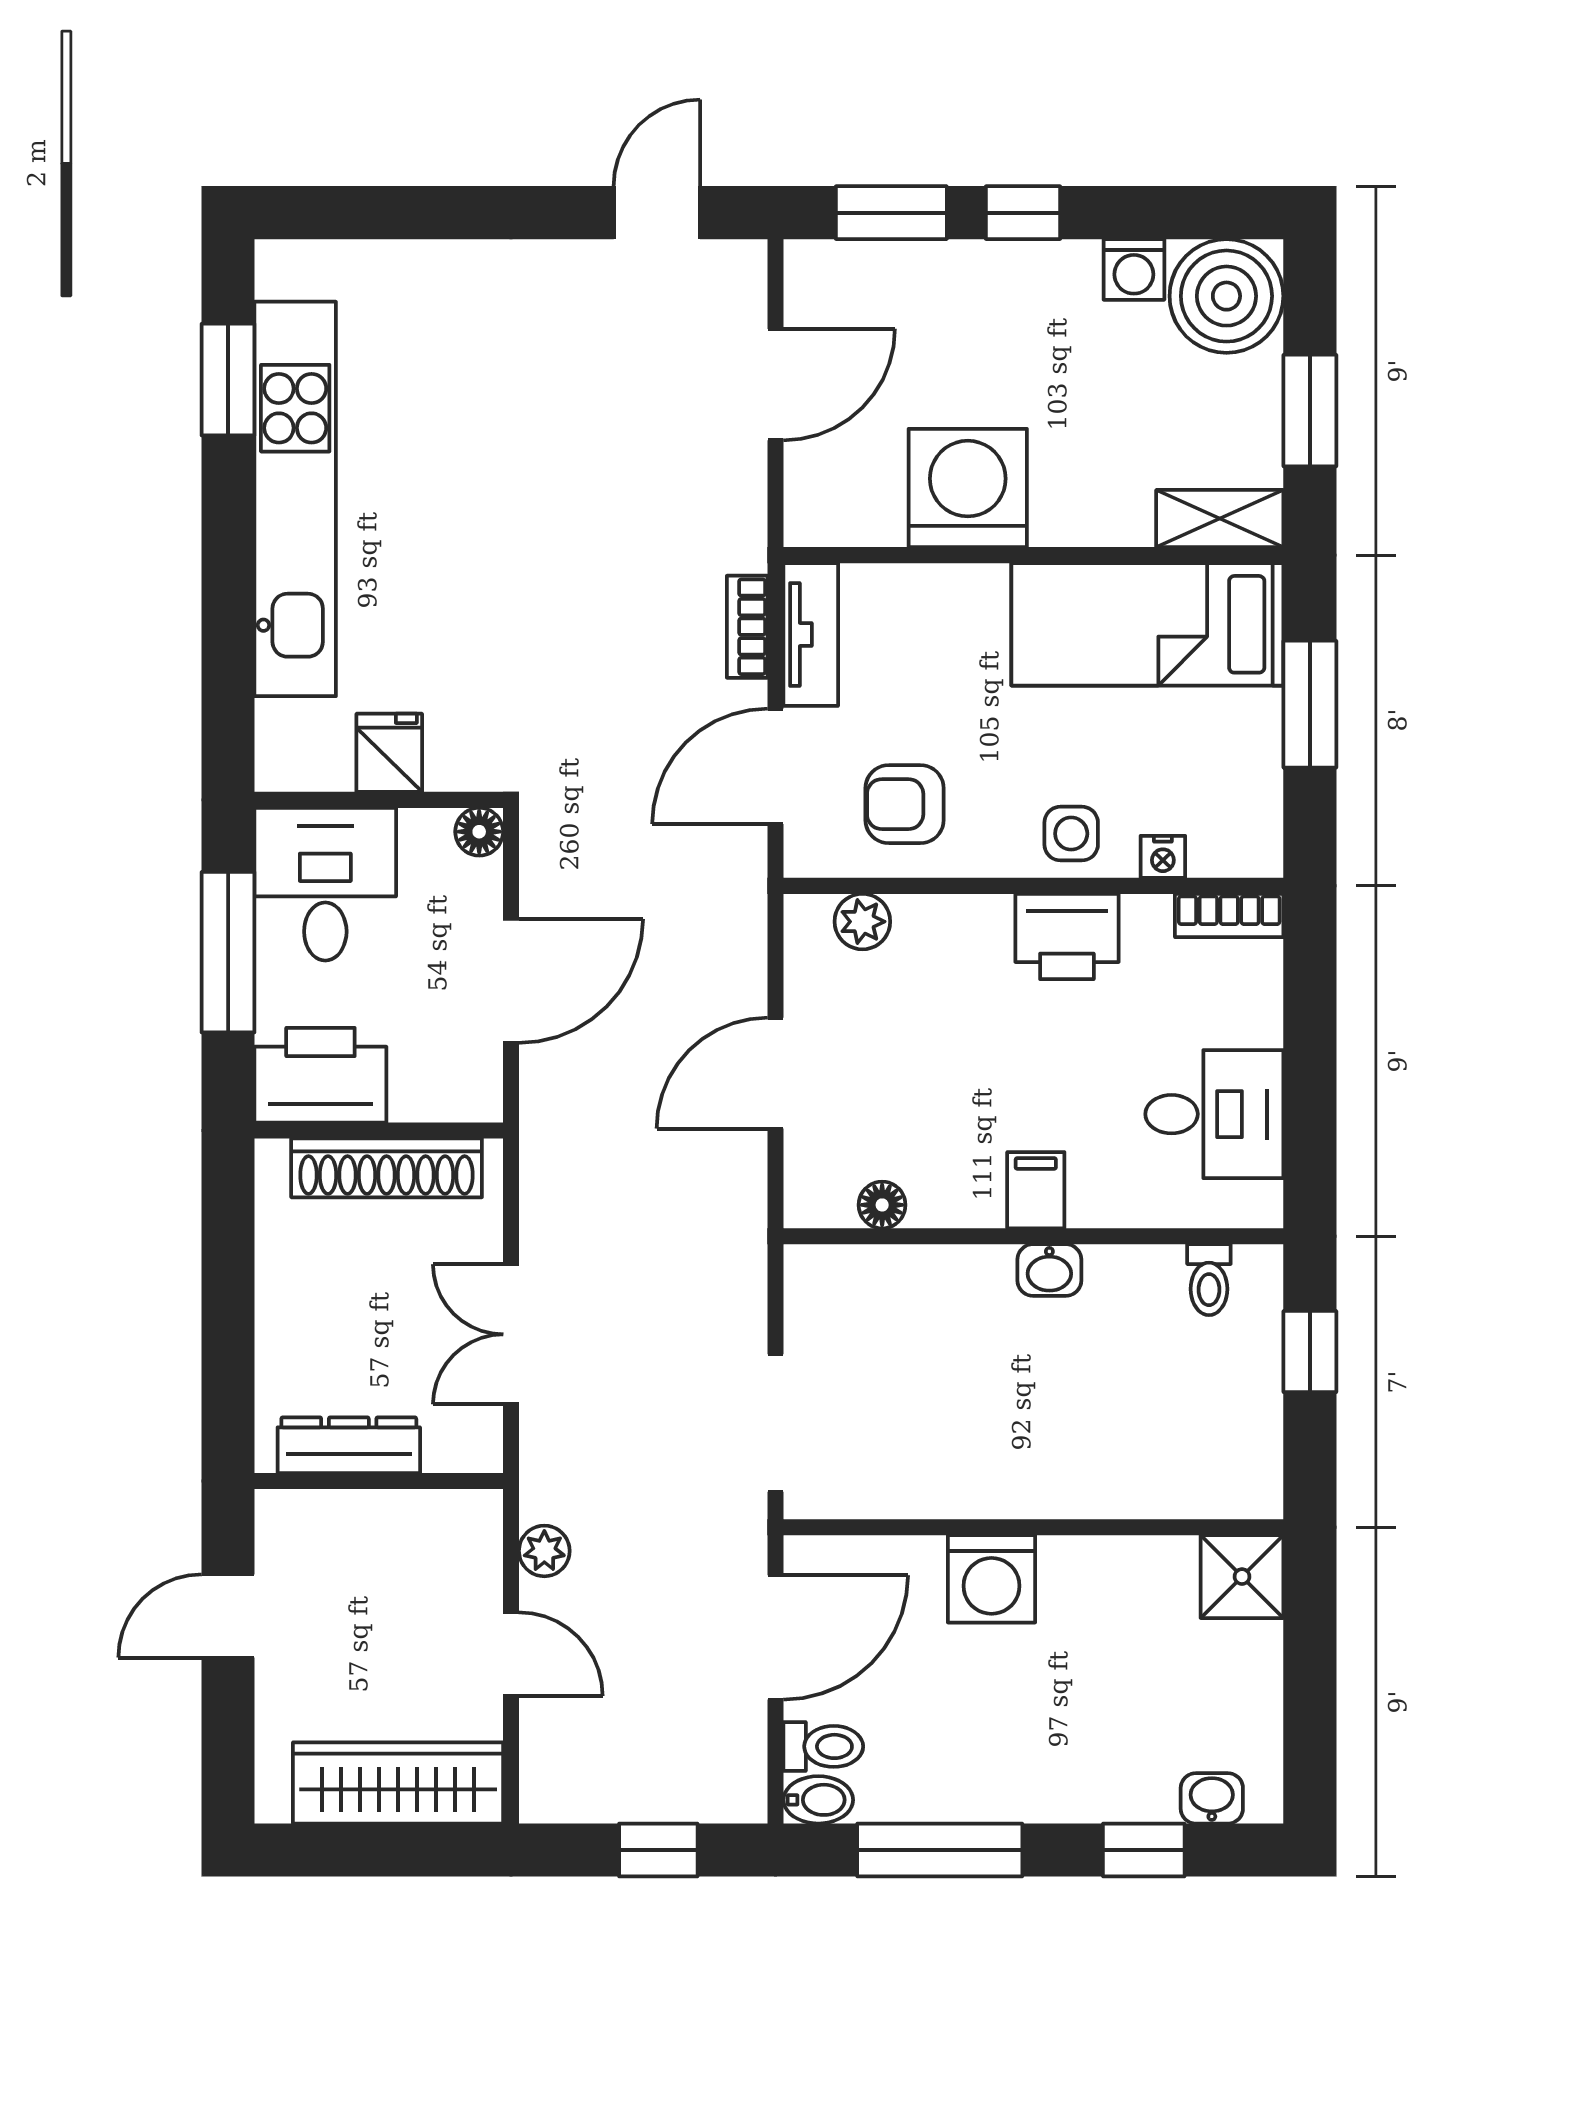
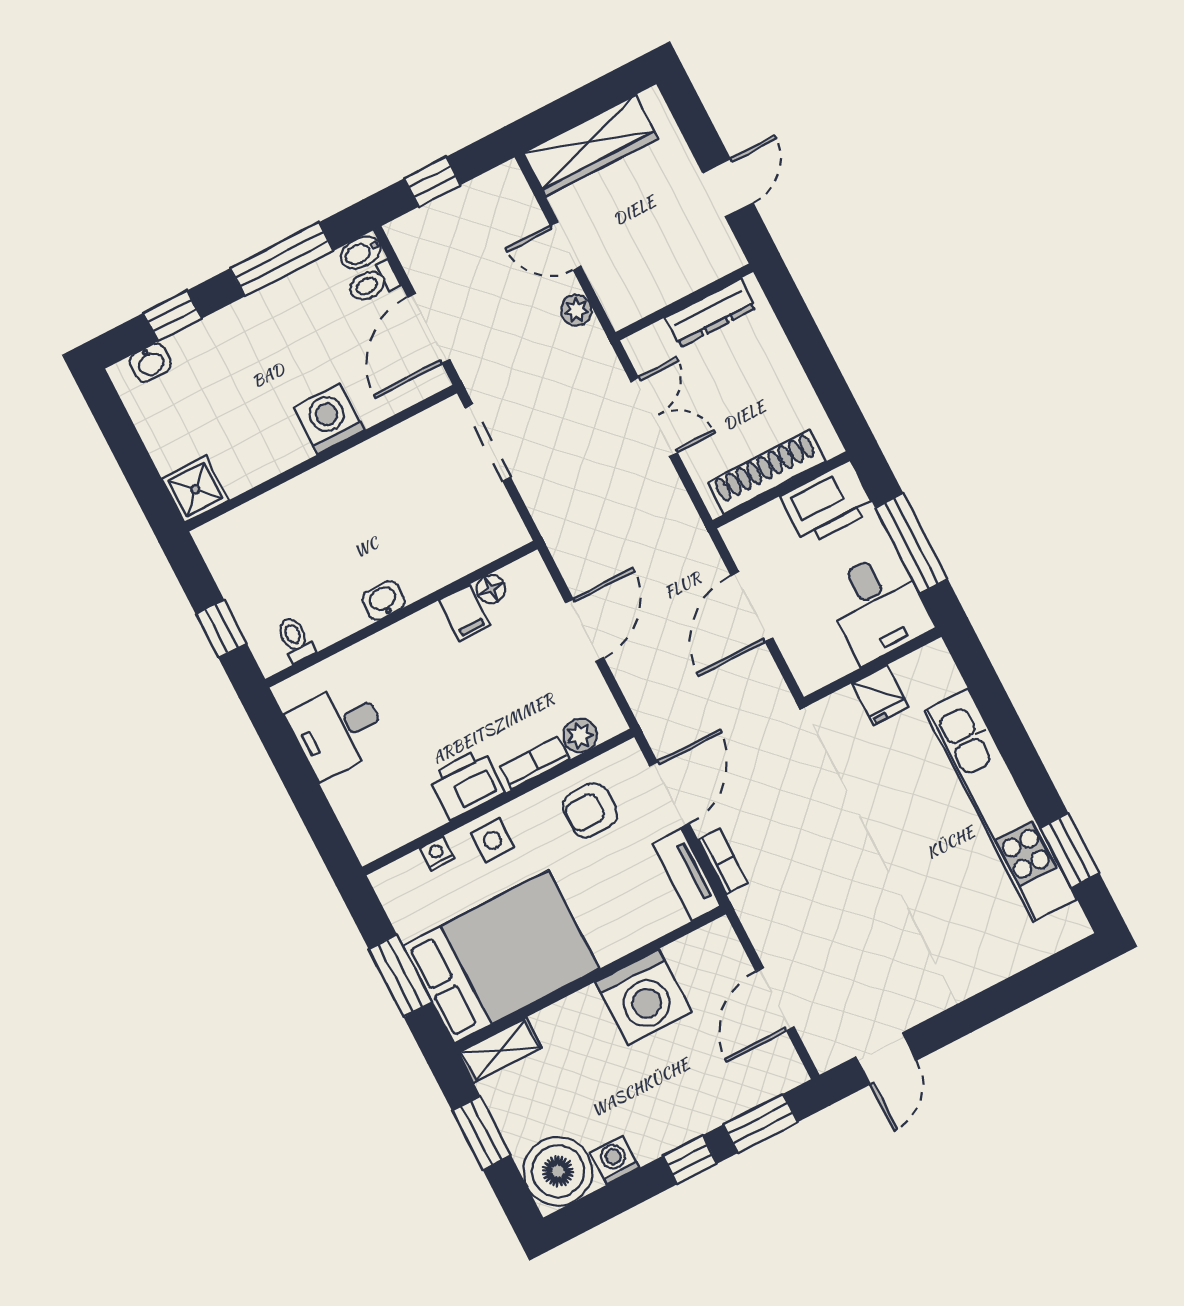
bed: (1147, 624) -> (501, 957), width x1.50
armchair: (905, 804) -> (590, 810), turned 180
floor lamp: (479, 832) -> (810, 678), removed
bookcase: (1229, 915) -> (535, 763), moved
filing cabinet: (1036, 1190) -> (464, 613), moved

